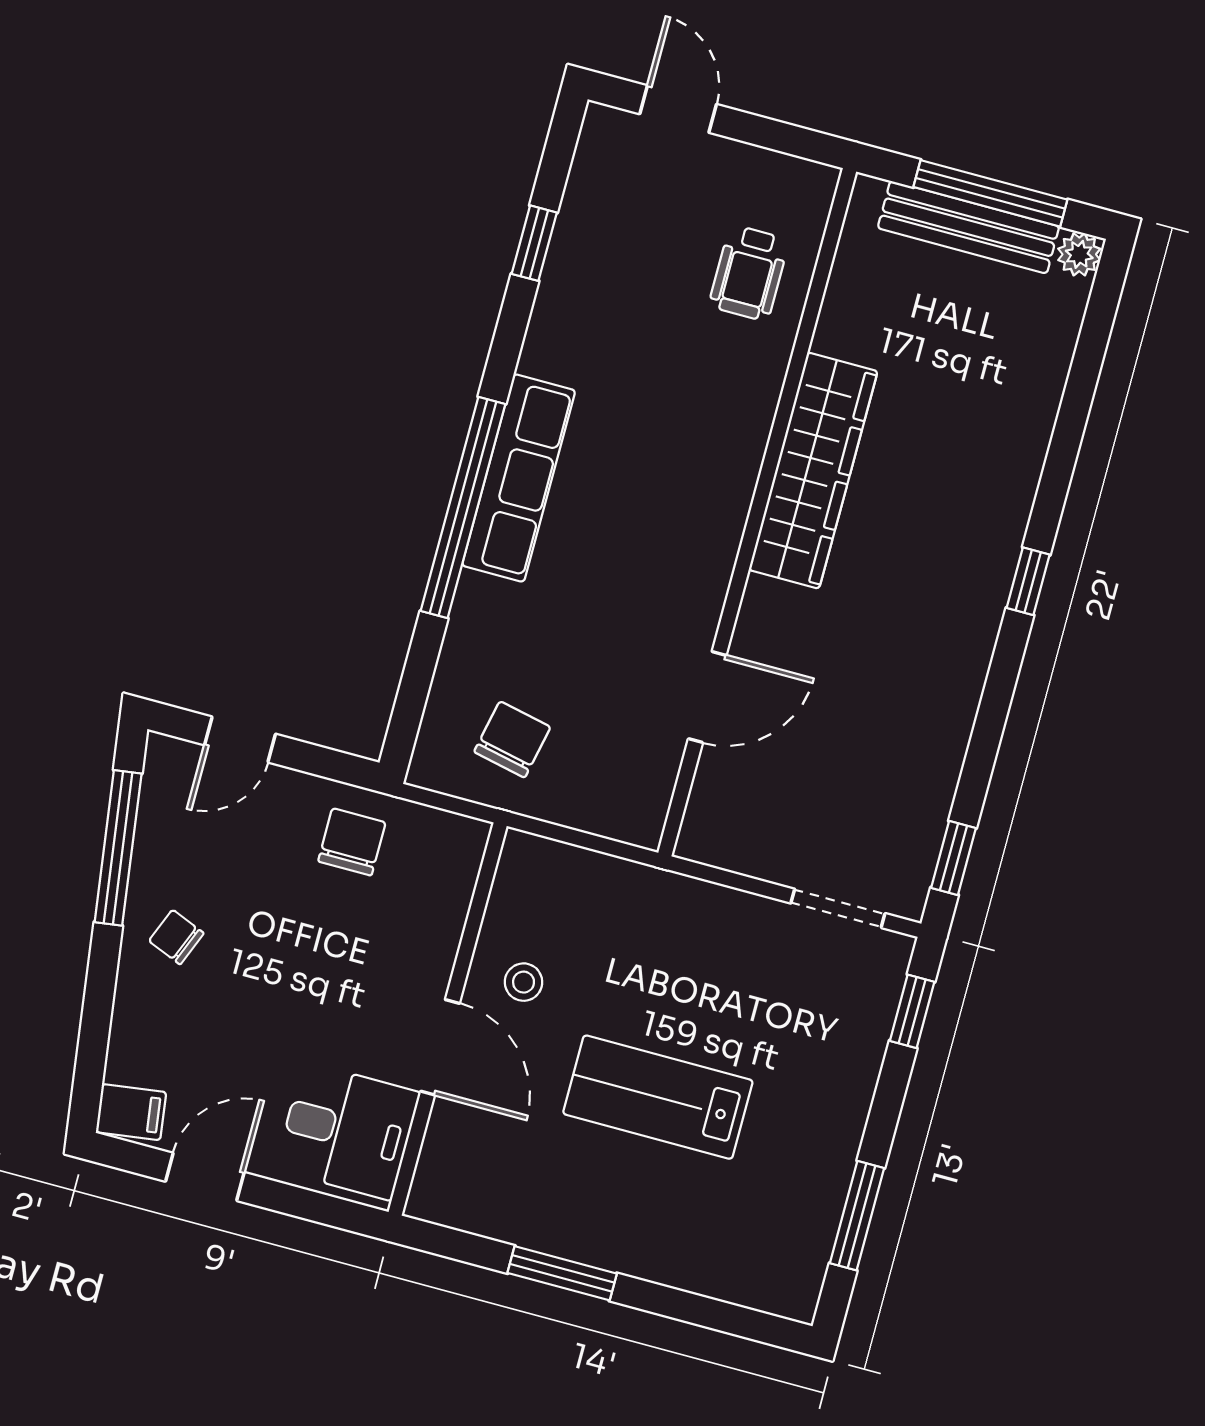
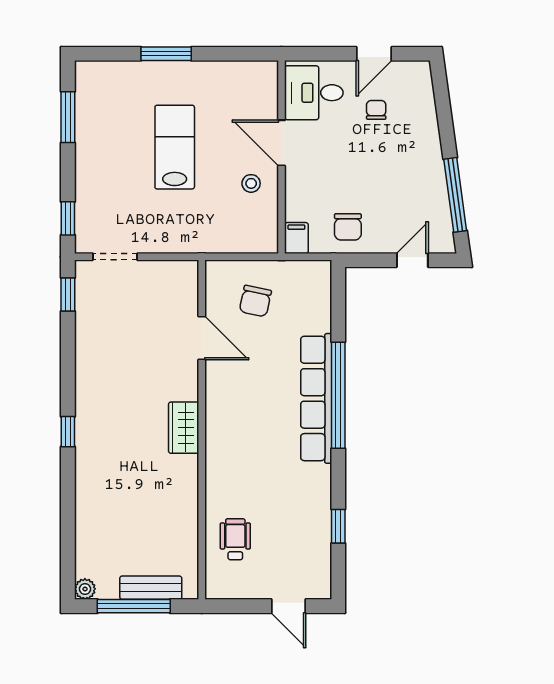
bench: (968, 227) -> (151, 588), width x0.73
wardrobe: (813, 471) -> (184, 428), width x0.48, depth x0.85
row of seats: (519, 478) -> (316, 398), width x1.36
door: (707, 697) -> (202, 338), swing flipped
chair: (512, 739) -> (255, 301), moved
chair: (176, 937) -> (376, 110), moved, turned -112
lab bench: (658, 1097) -> (175, 147), turned -90
filing cabinet: (131, 1112) -> (296, 238), moved, turned 98
window: (562, 1273) -> (166, 54), moved

